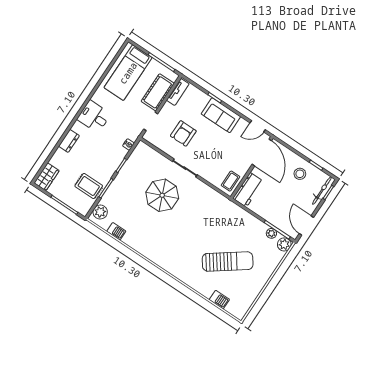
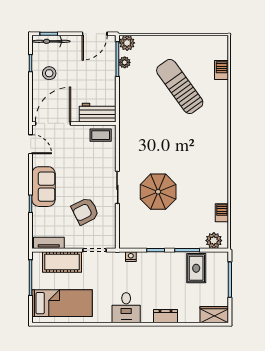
armchair: (183, 133) -> (85, 211), turned 153

